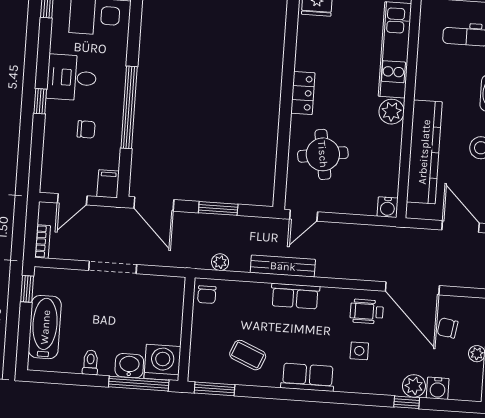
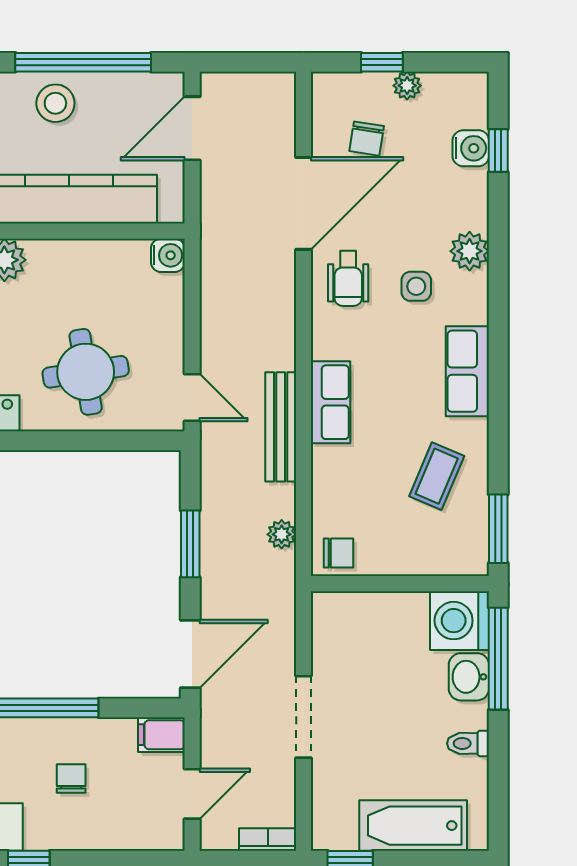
door: (72, 199) -> (192, 794), hinge flipped
plant: (414, 386) -> (470, 251), moved
window: (407, 402) -> (498, 151), moved

